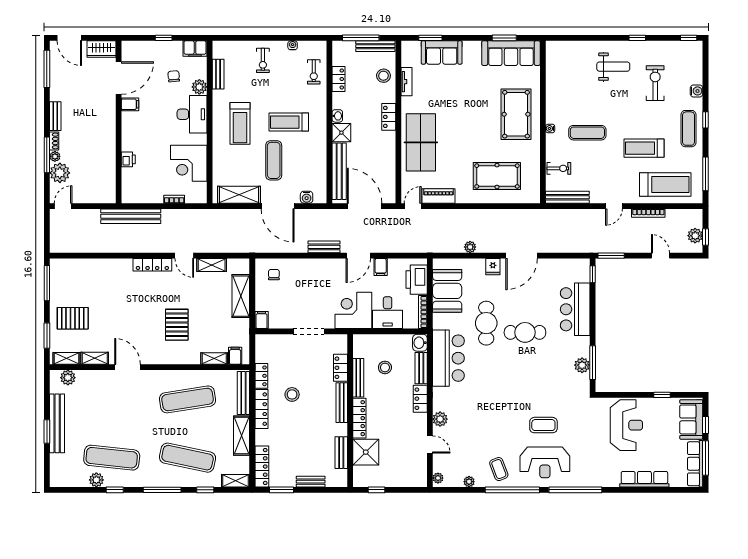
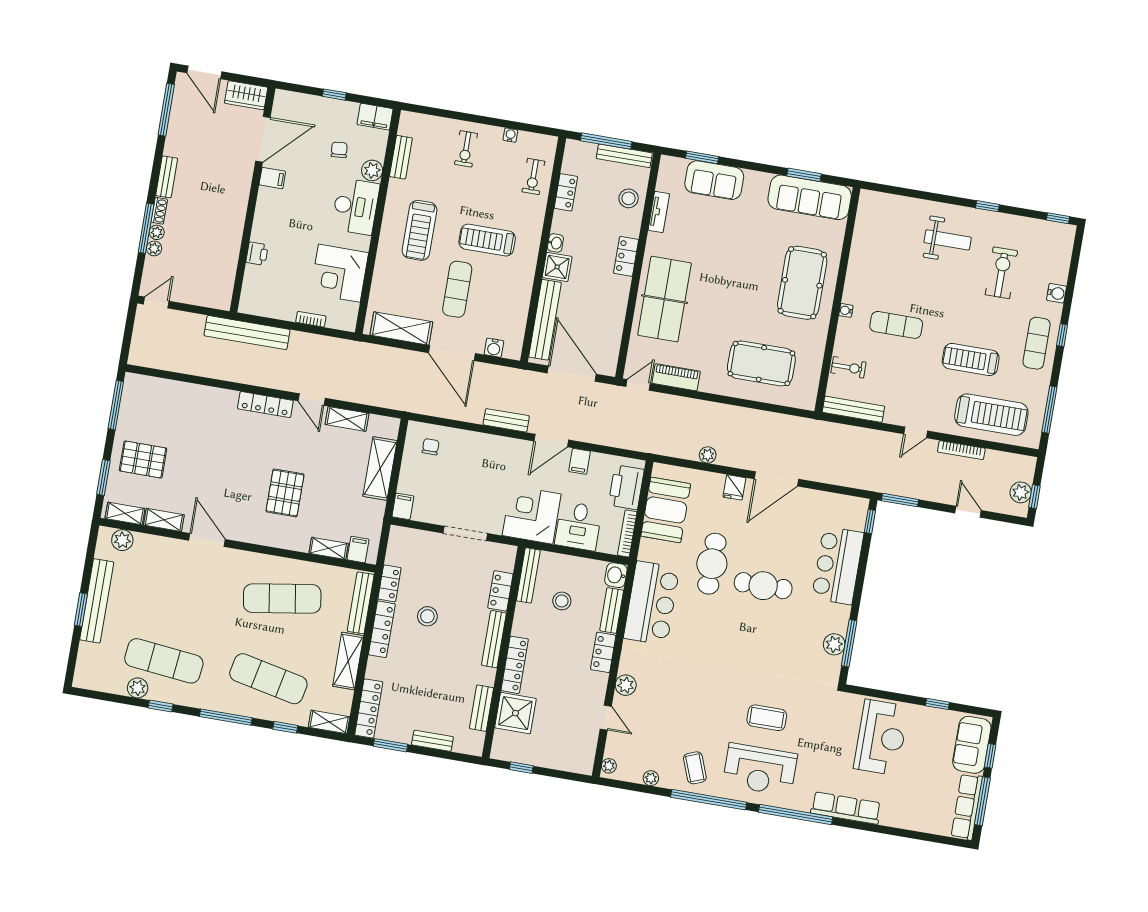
plant: (60, 173) -> (154, 248), width x0.53, depth x0.53
bench: (358, 378) -> (528, 575), moved
row of seats: (644, 479) -> (846, 808), moved

